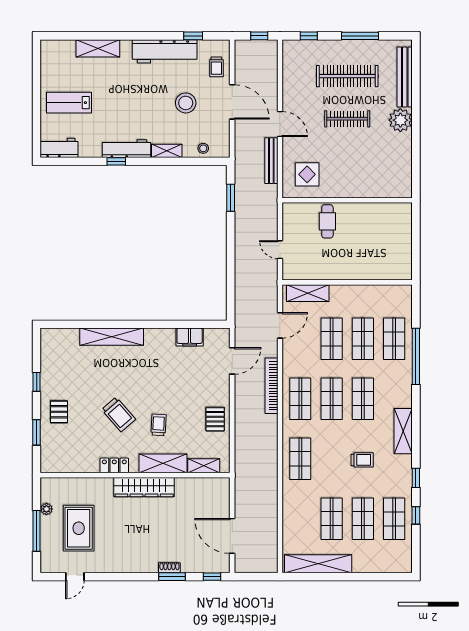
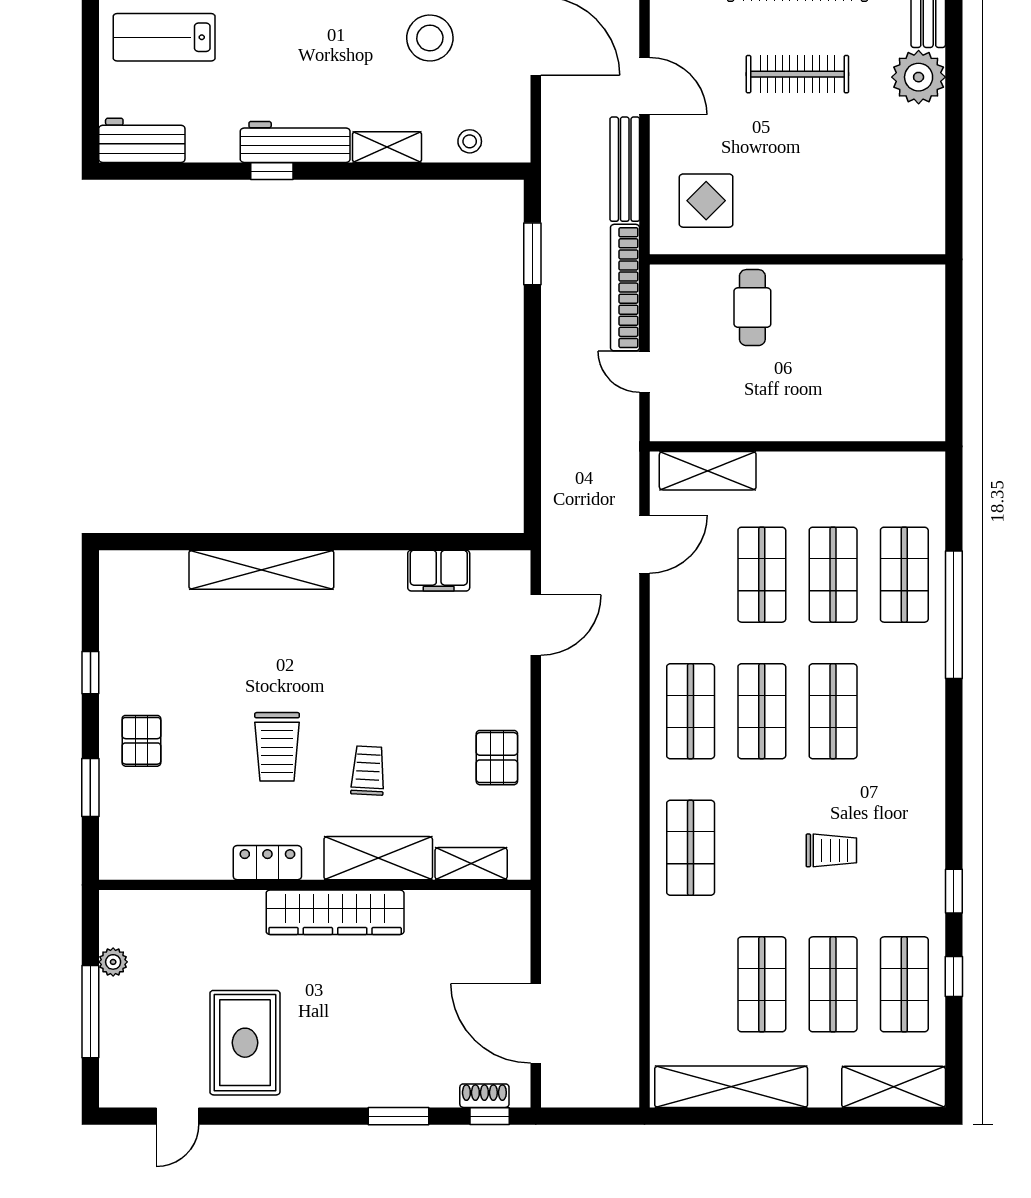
bookcase: (271, 386) -> (625, 288), moved
trolley: (119, 414) -> (277, 747), turned 41
shelving: (403, 431) -> (894, 1087), moved, turned 90
rug: (79, 528) -> (245, 1043), moved
shoe rack: (169, 568) -> (484, 1096), moved

